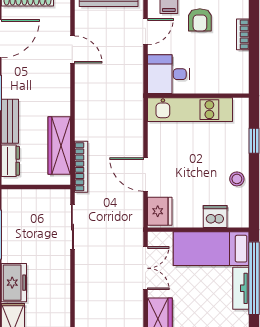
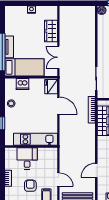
door: (146, 32) -> (58, 180), swing flipped
door: (72, 49) -> (96, 170), hinge flipped
desk: (168, 74) -> (27, 158), moved, turned -90

